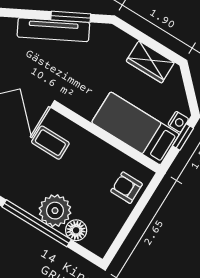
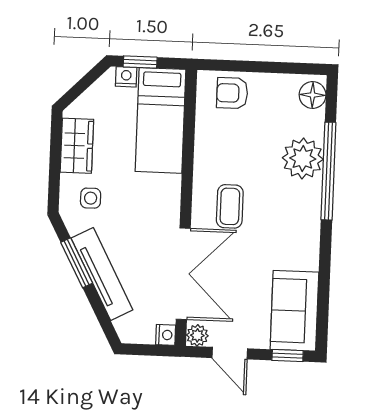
side table: (109, 51) -> (91, 198), added
armchair: (127, 188) -> (232, 93), turned 90
floor lamp: (76, 230) -> (313, 95), moved

